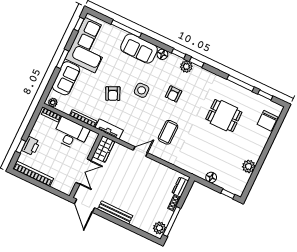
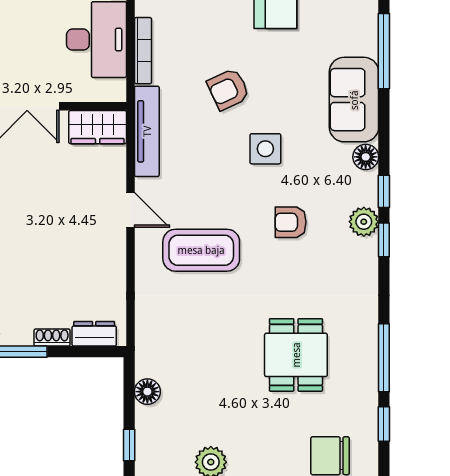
tv unit: (109, 129) -> (147, 131), width x1.41
coffee table: (168, 132) -> (201, 250), width x1.36, depth x1.32

